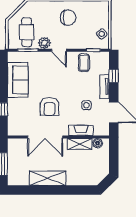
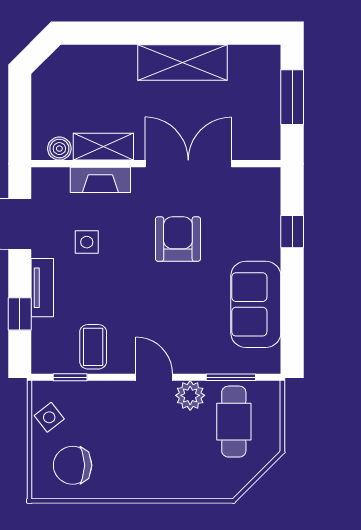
chair: (68, 18) -> (73, 465), moved

